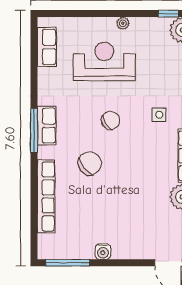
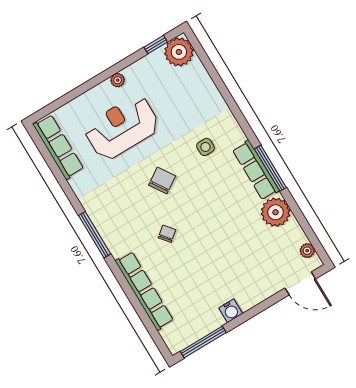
row of seats: (47, 47) -> (58, 147), width x1.48
row of seats: (47, 126) -> (104, 222), removed
chair: (90, 163) -> (167, 234), width x0.54, depth x0.54

